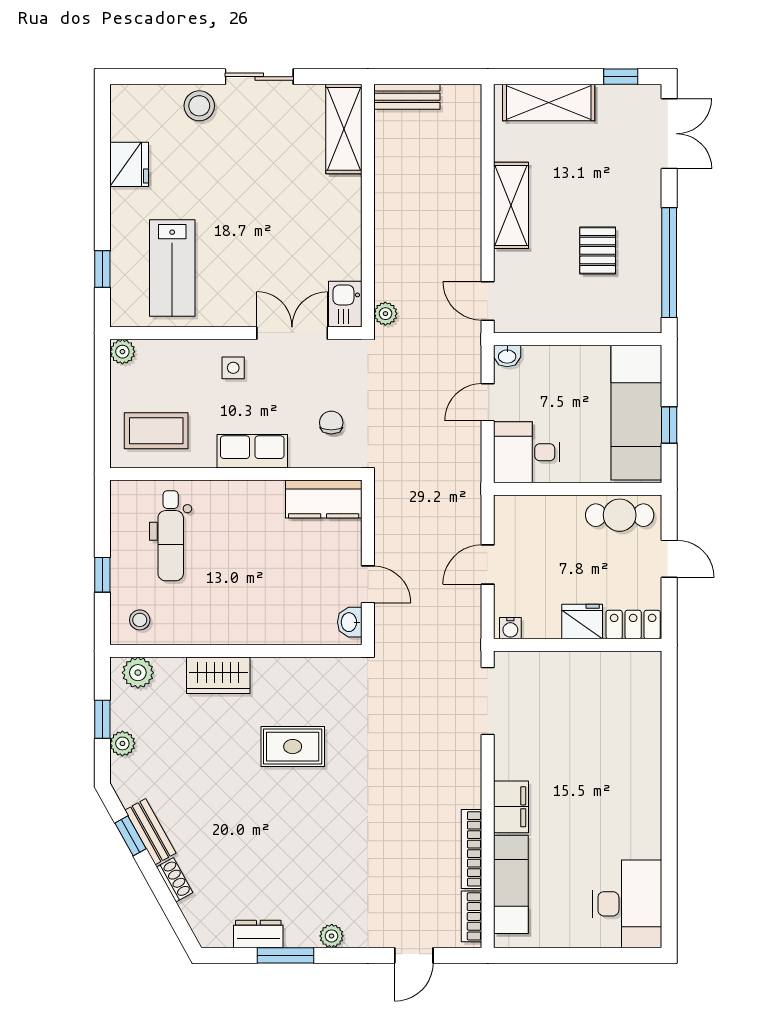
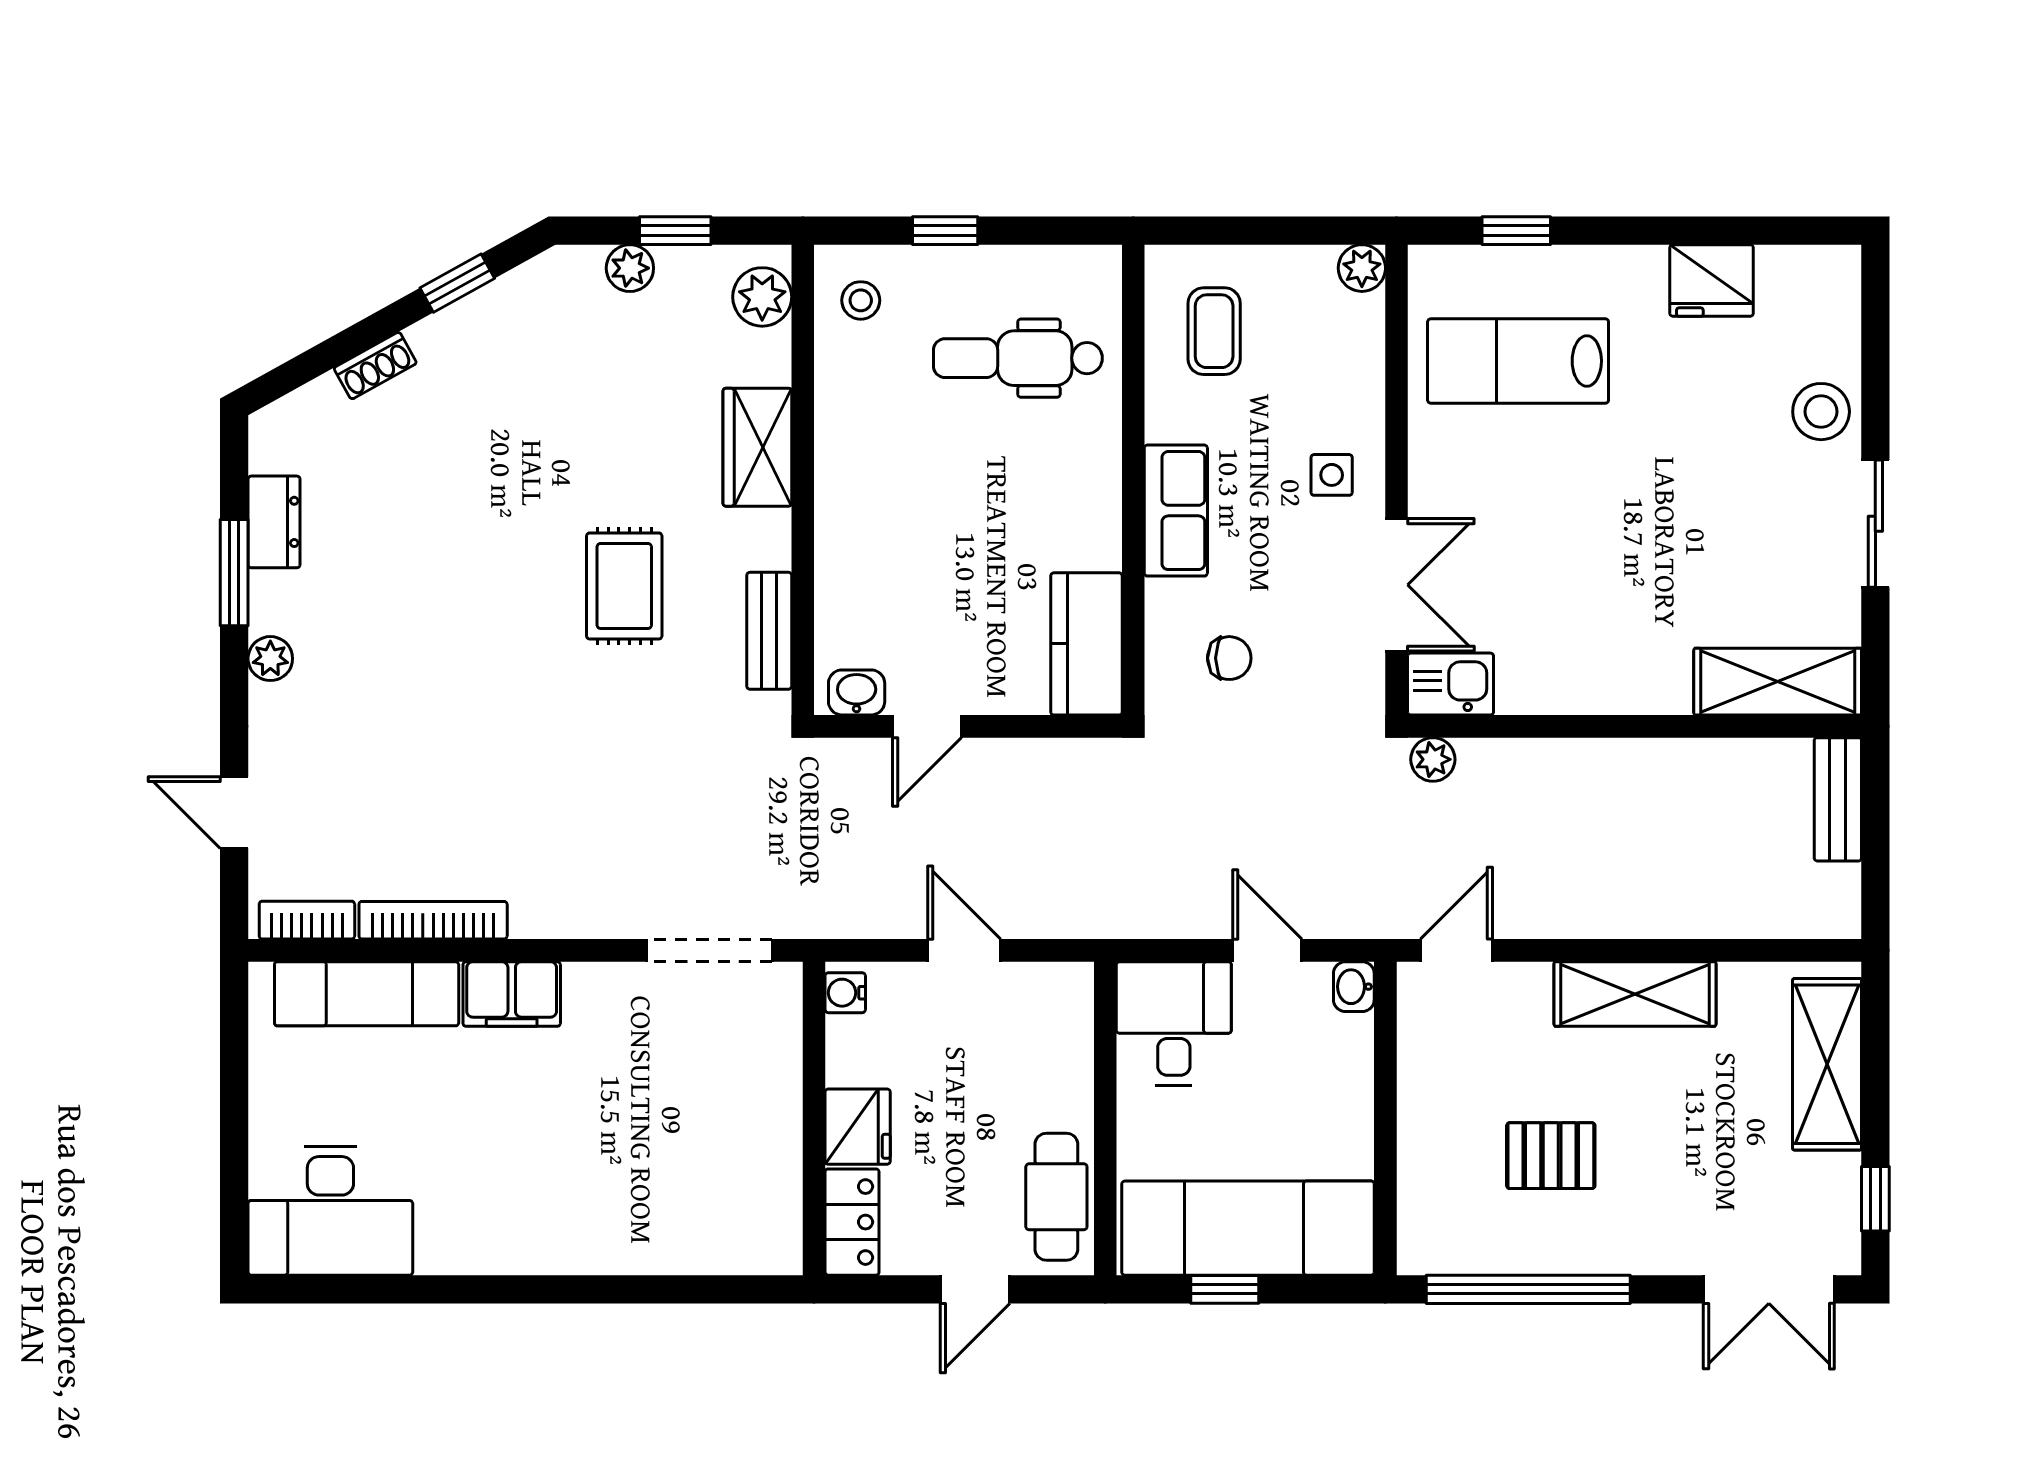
coffee table: (156, 431) -> (1214, 331), width x0.73, depth x0.77
bench: (150, 832) -> (769, 631), moved, turned -61

